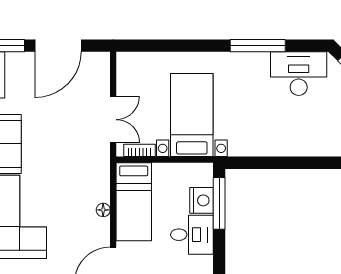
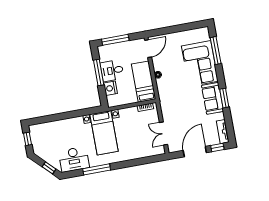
bed with nightstands: (192, 115) -> (104, 133), moved
double door: (113, 120) -> (164, 134), moved
window: (219, 203) -> (99, 73), moved

